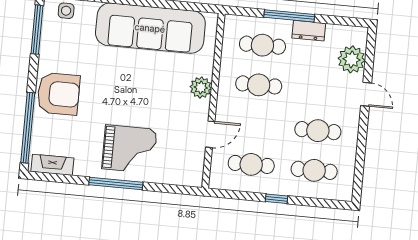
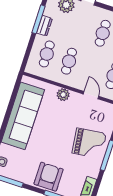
window: (289, 16) -> (39, 19), moved
grand piano: (129, 149) -> (89, 143), turned 83

